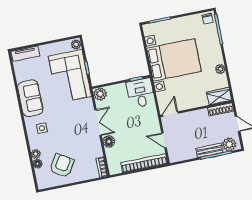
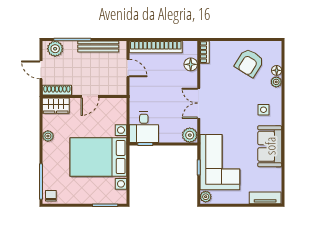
door: (170, 114) -> (90, 96), moved
floor lamp: (109, 141) -> (191, 64), moved
bench: (209, 150) -> (98, 46), moved, width x1.36

